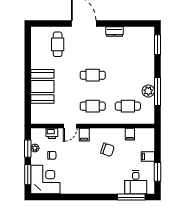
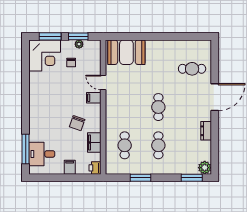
booth: (42, 86) -> (126, 52), moved
plant: (148, 91) -> (205, 168), moved
window: (158, 91) -> (141, 178), width x0.69
cafe table: (93, 106) -> (158, 145), moved
printer: (52, 133) -> (95, 168), moved
filing cabinet: (130, 134) -> (94, 143), width x2.00
window: (158, 172) -> (53, 178), removed

